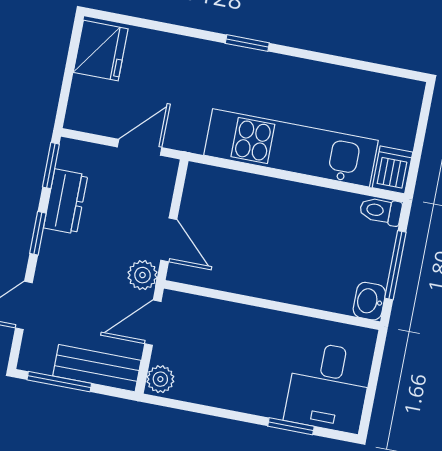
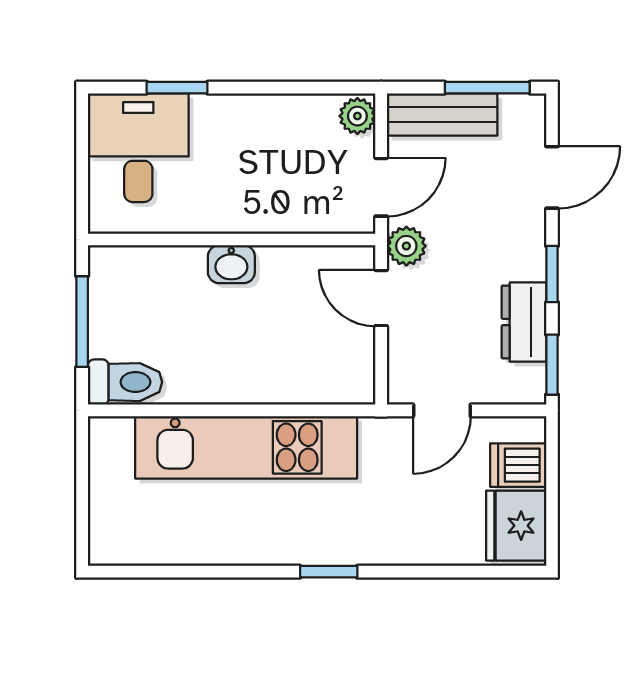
dishwasher: (392, 170) -> (518, 465), moved, turned 90
toilet: (381, 211) -> (125, 382), width x1.37, depth x1.39
washbasin: (369, 301) -> (231, 264), moved, turned 90

